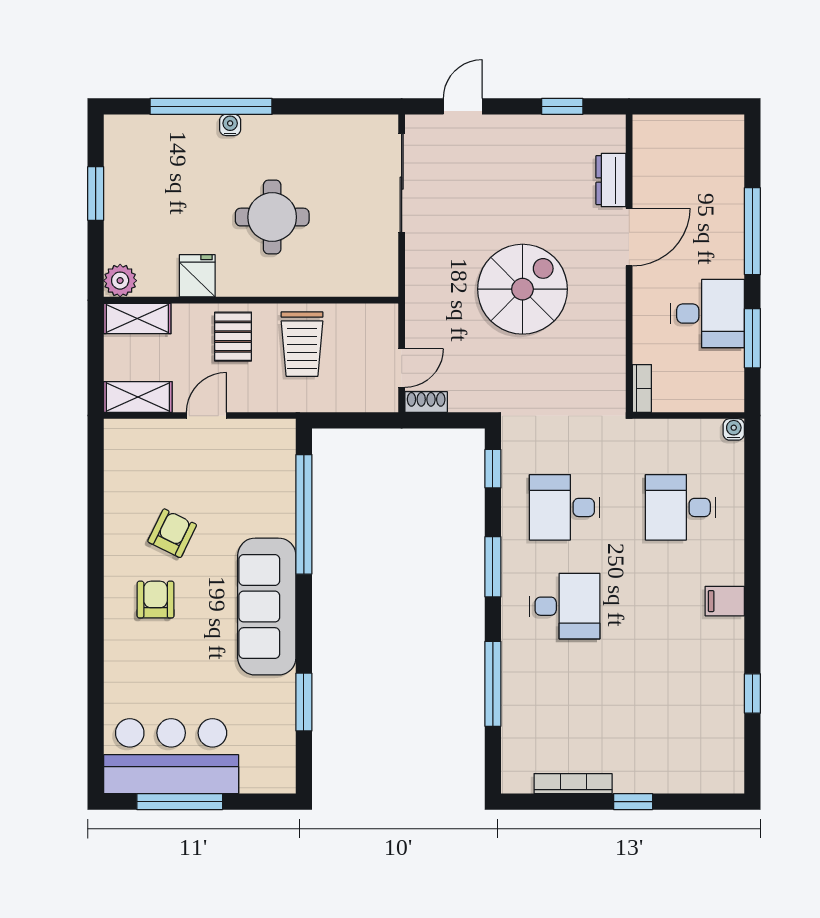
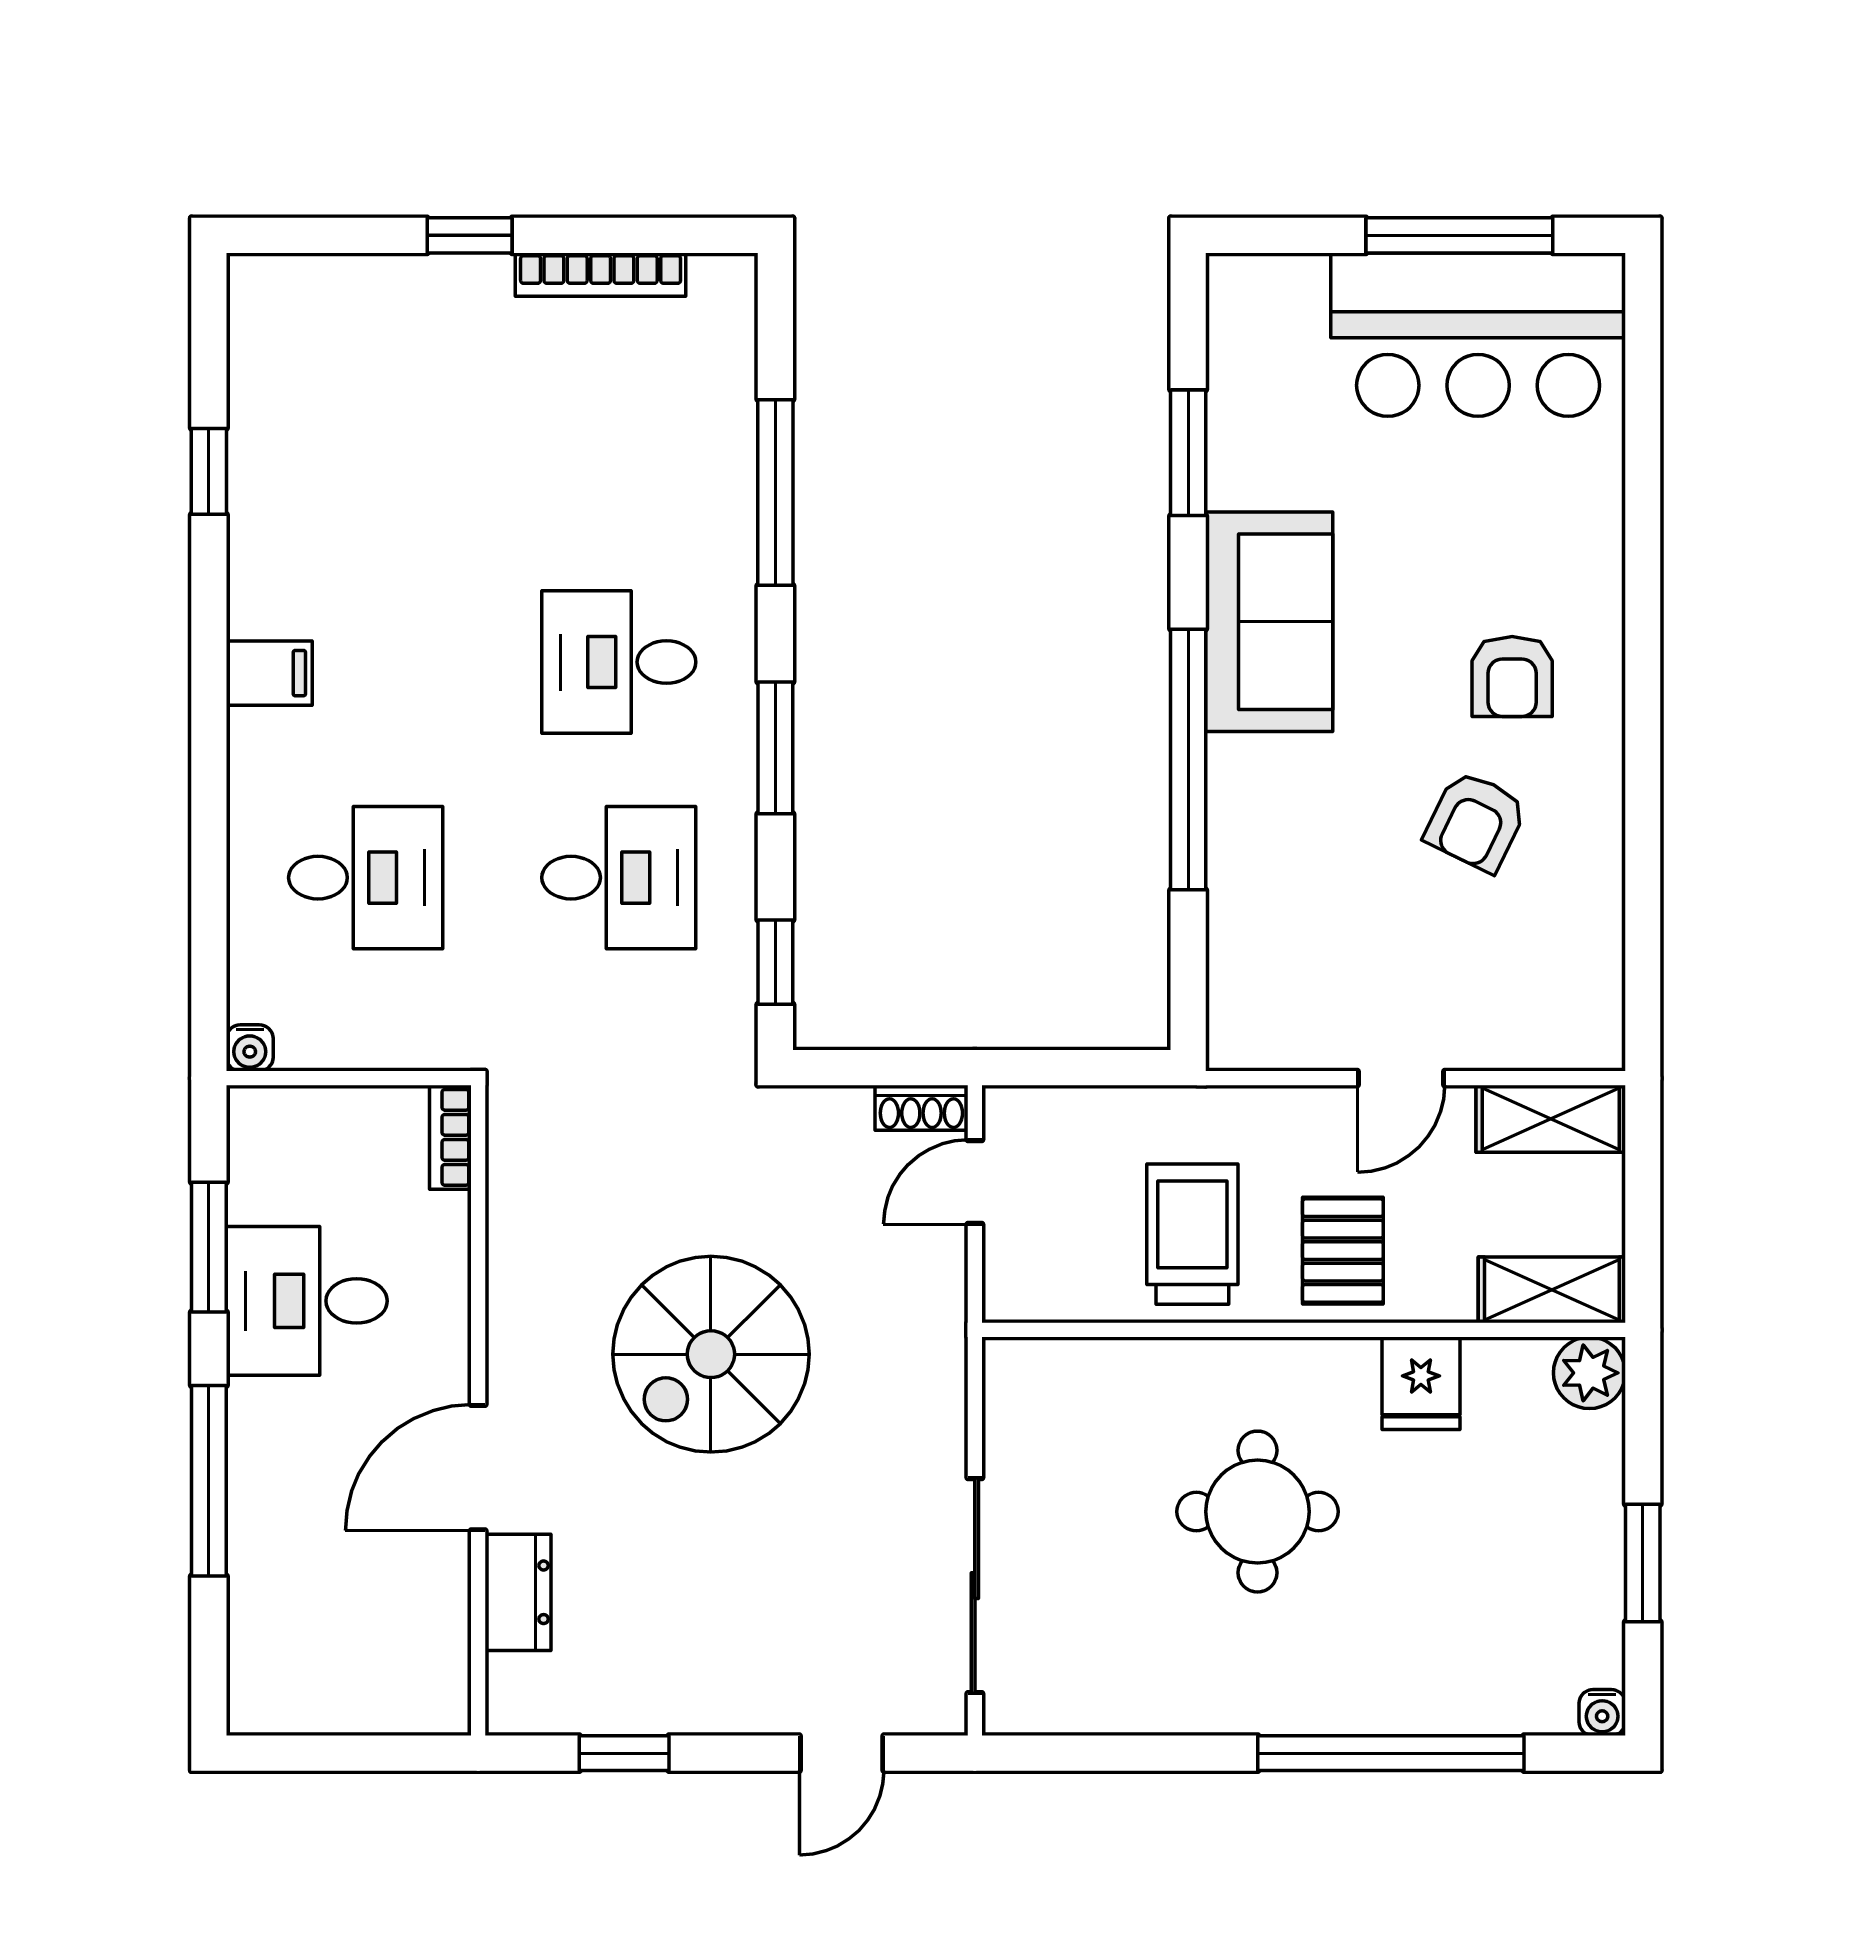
water cooler: (230, 125) -> (1602, 1713), moved
window: (304, 514) -> (1188, 759), moved
sofa: (267, 607) -> (1269, 622), width x0.73

